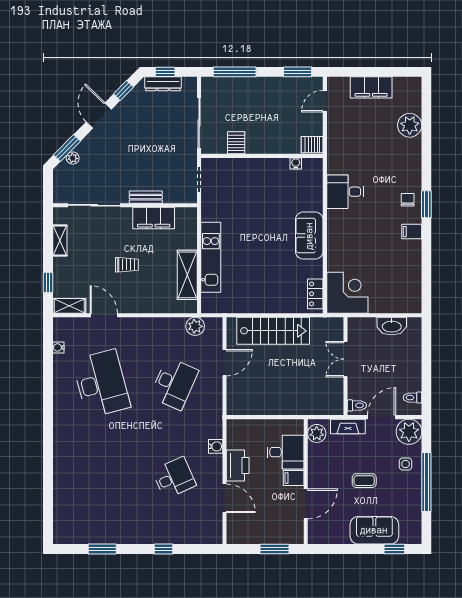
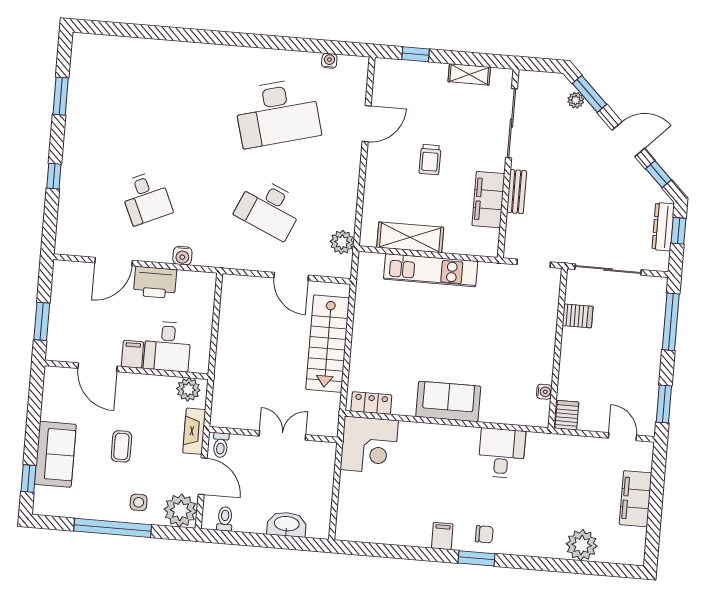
shelving: (69, 306) -> (383, 80), removed
washbasin: (392, 326) -> (287, 524), moved, turned 90

